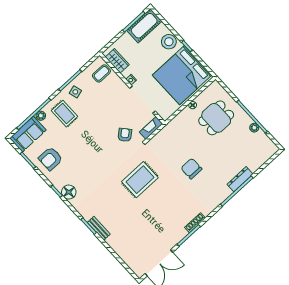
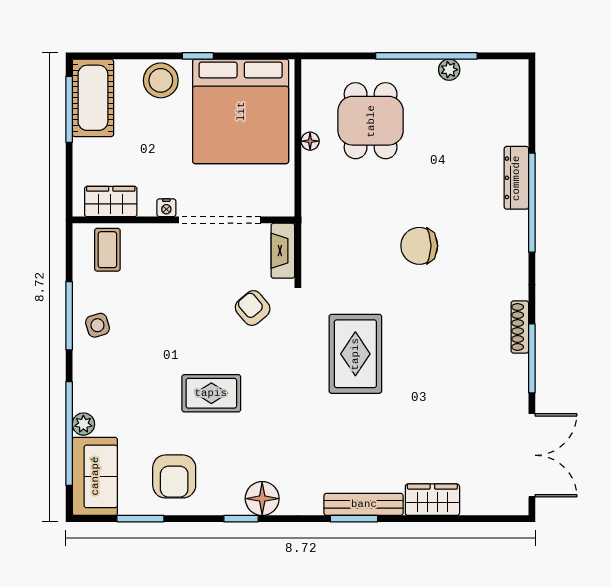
rug: (65, 114) -> (211, 393), moved
bench: (99, 228) -> (364, 504), width x1.36
wardrobe: (117, 245) -> (432, 500), added

